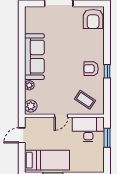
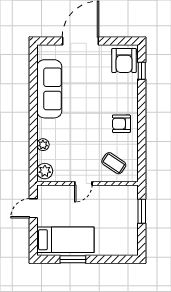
sofa: (34, 57) -> (49, 89), moved
window: (107, 71) -> (142, 71), moved
desk: (88, 129) -> (118, 201), removed

